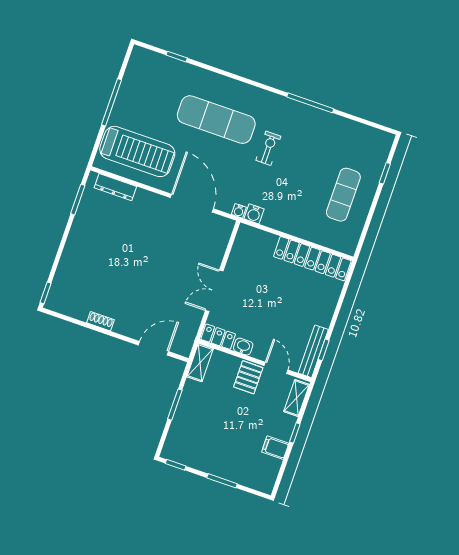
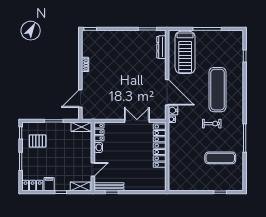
exercise mat: (343, 195) -> (220, 158), moved
door: (192, 203) -> (167, 92), hinge flipped
water cooler: (254, 214) -> (173, 110), moved
locker: (312, 259) -> (160, 146), moved
double door: (214, 291) -> (137, 121), moved
door: (153, 348) -> (80, 99), swing flipped
pallet: (248, 377) -> (38, 141), moved
locker: (268, 475) -> (33, 185), added

